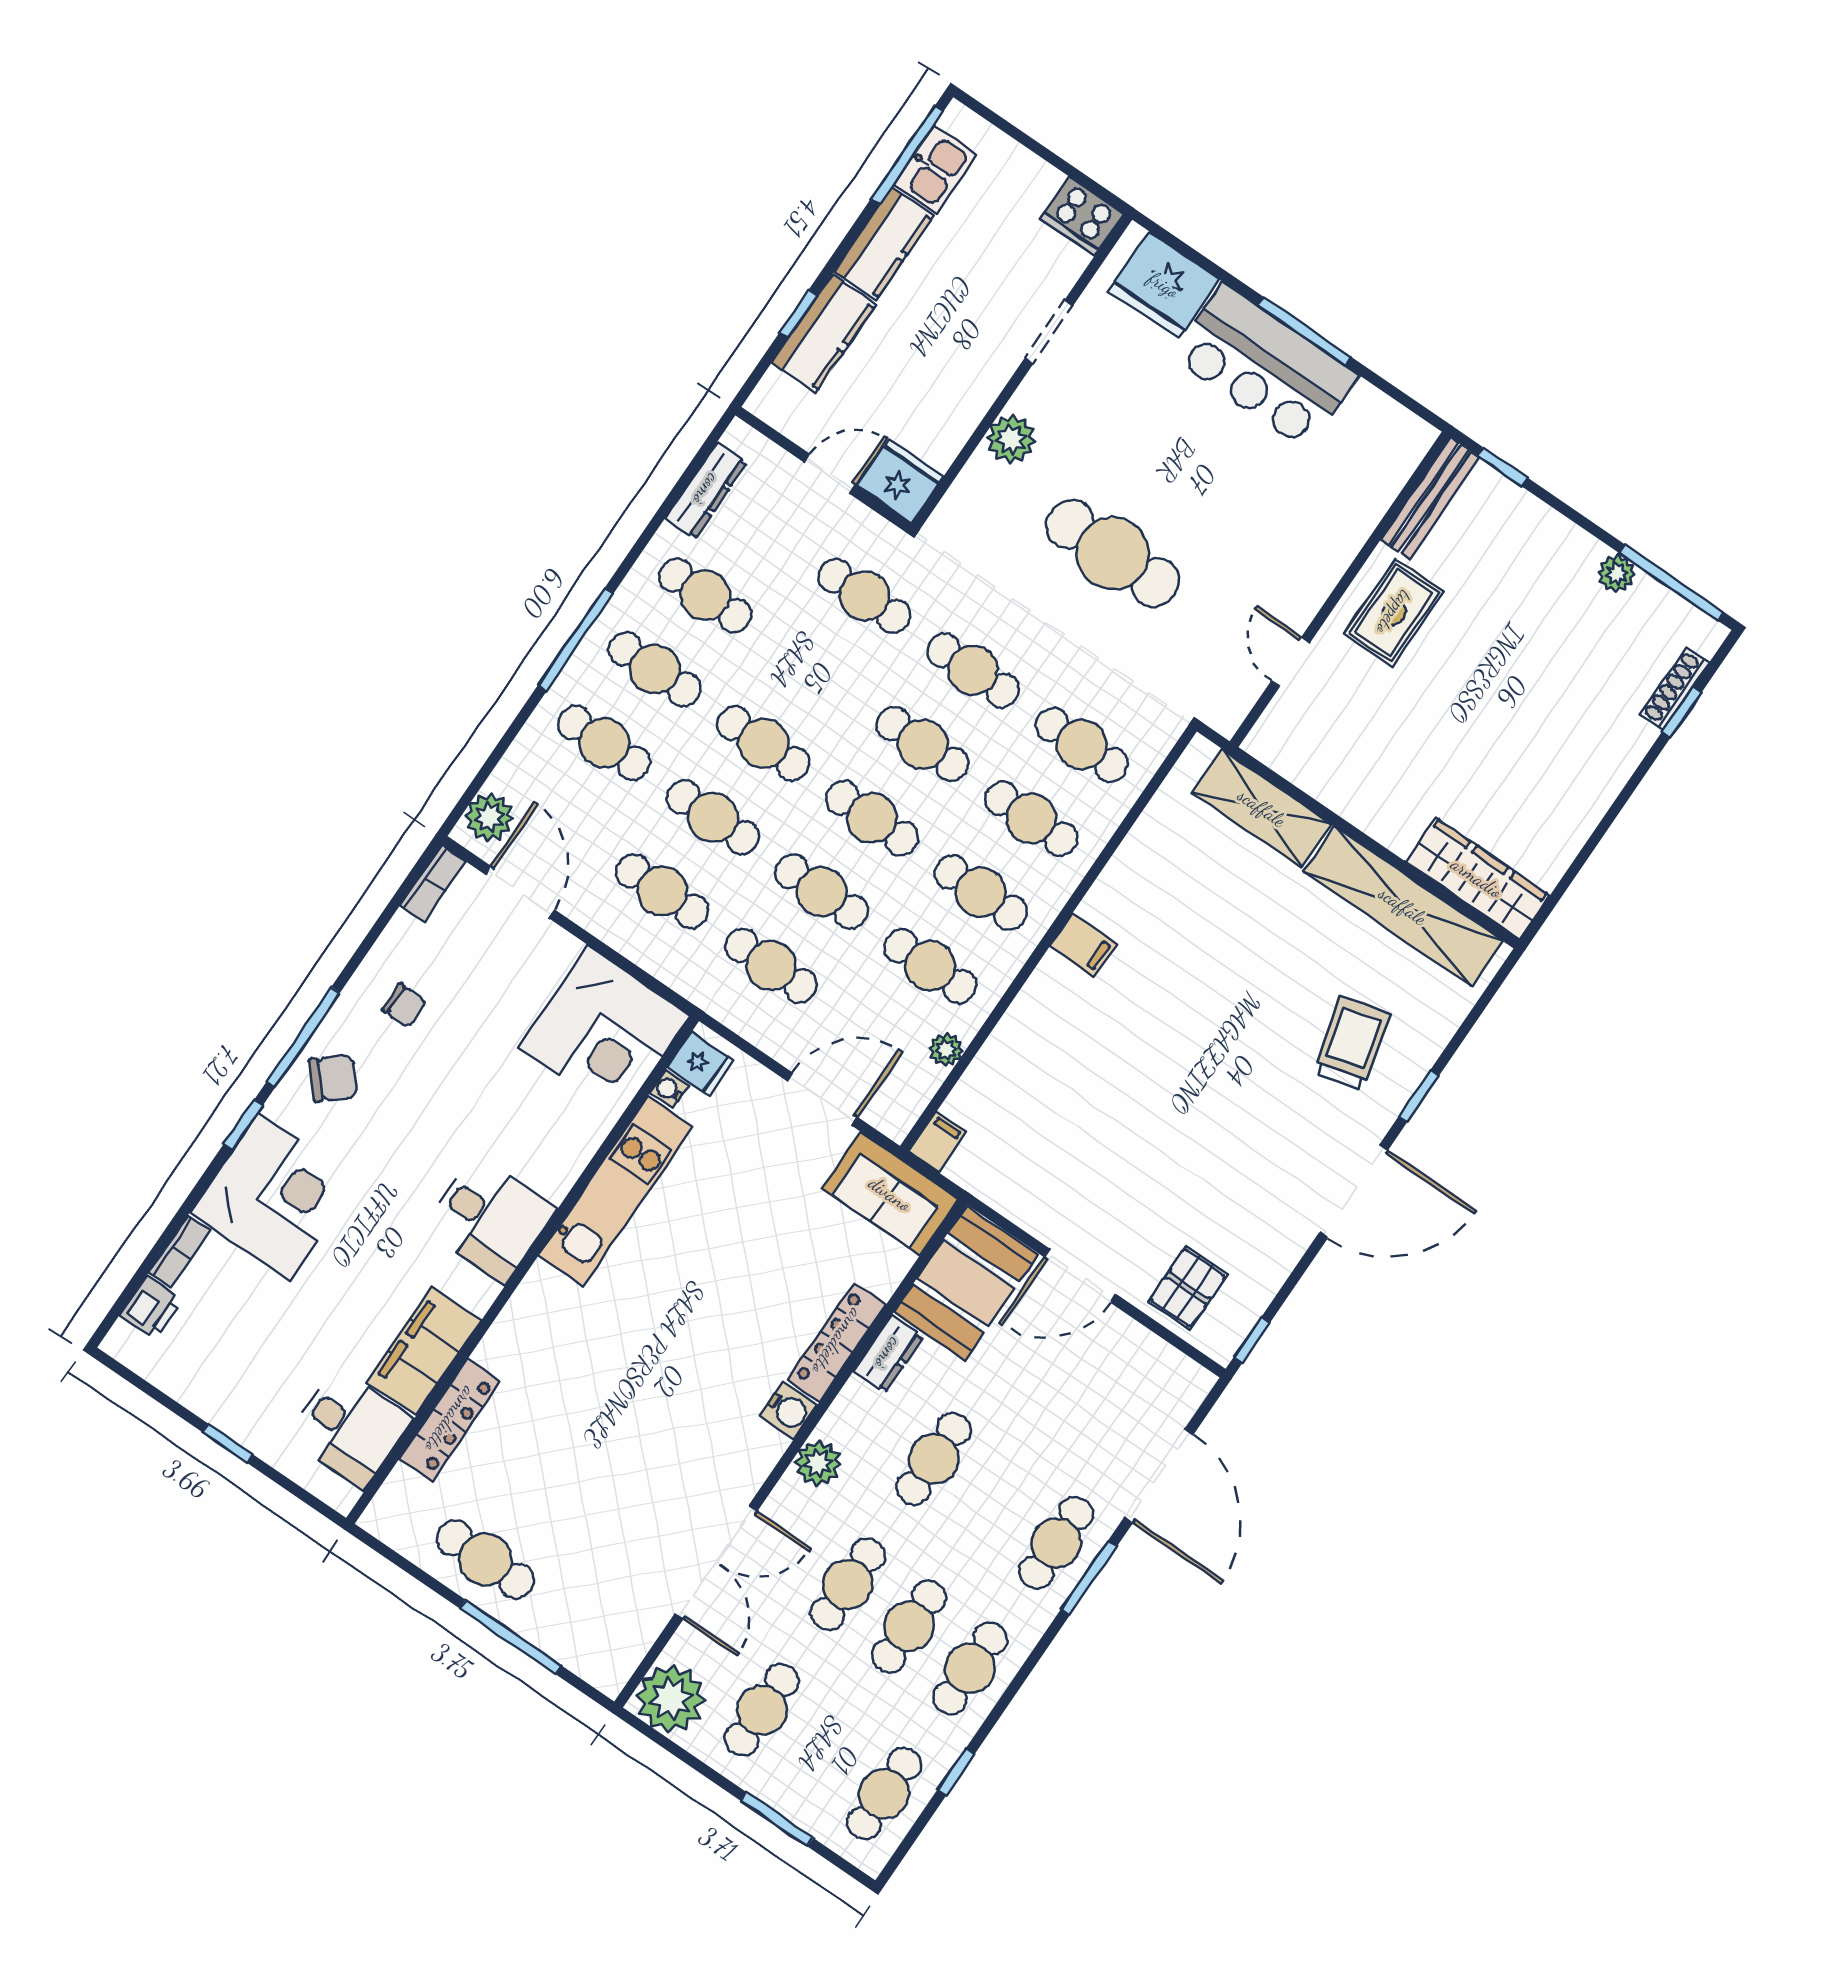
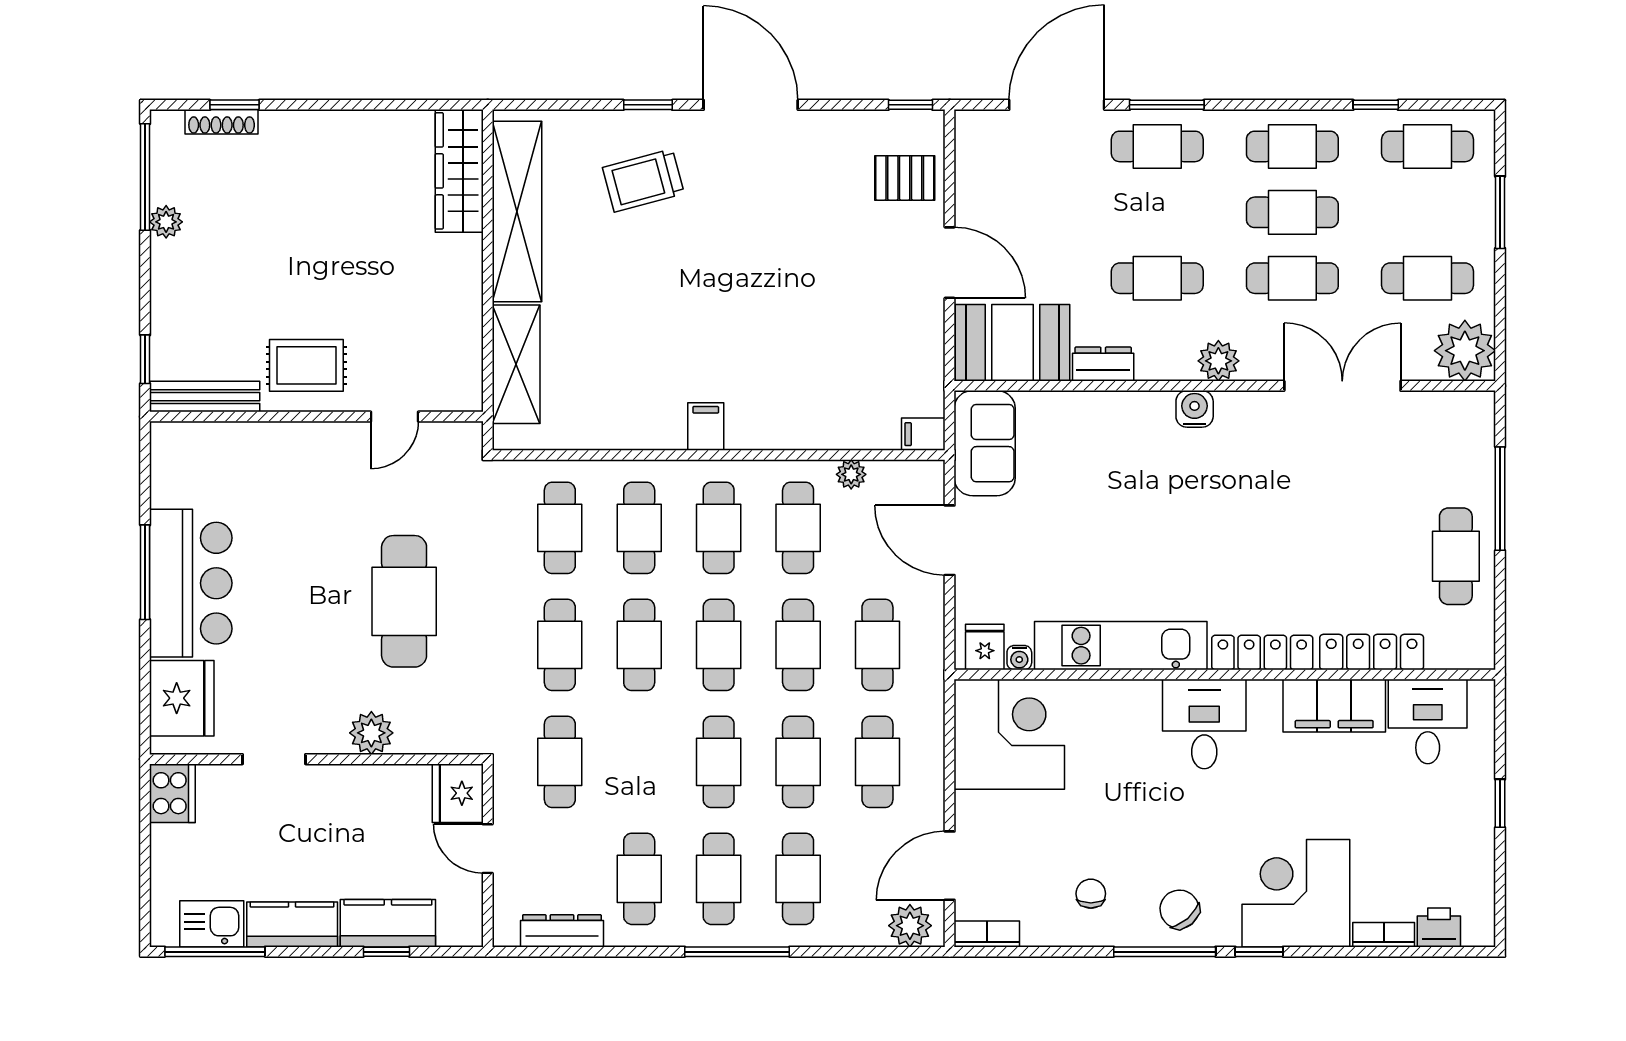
locker: (837, 1342) -> (1262, 653), moved, turned 180

